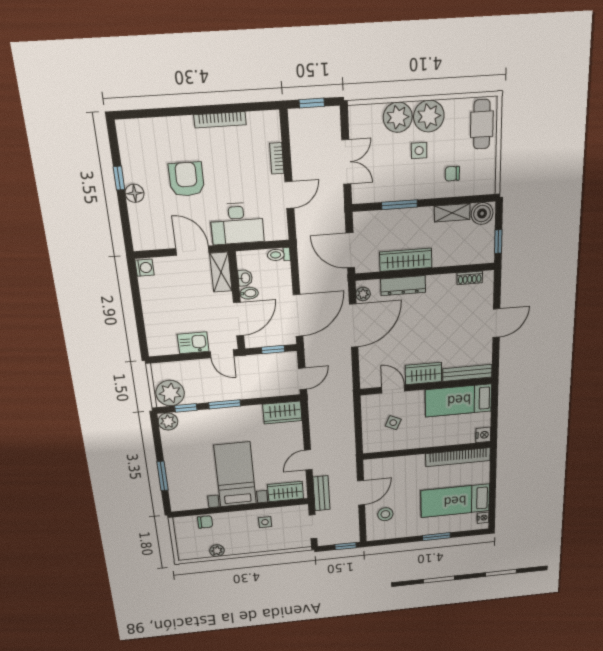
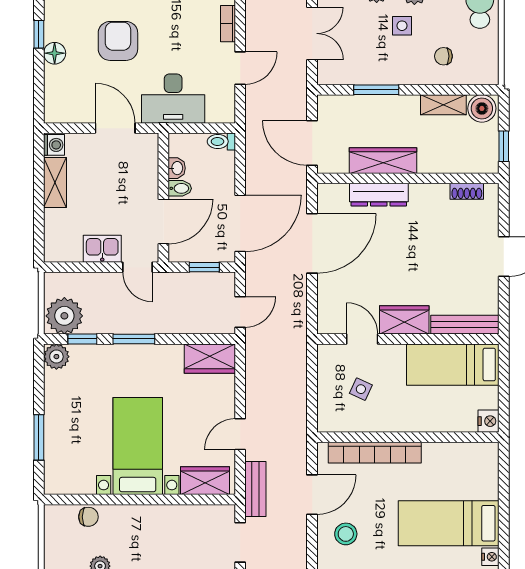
shelving: (221, 272) -> (55, 182), moved
plant: (363, 294) -> (326, 201), removed
bookcase: (458, 457) -> (375, 453), moved
side table: (265, 522) -> (172, 527), removed

